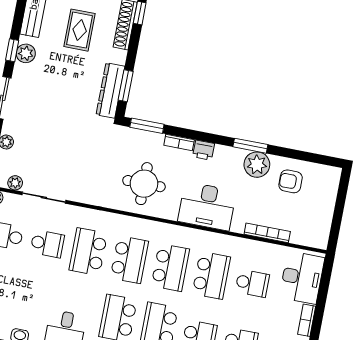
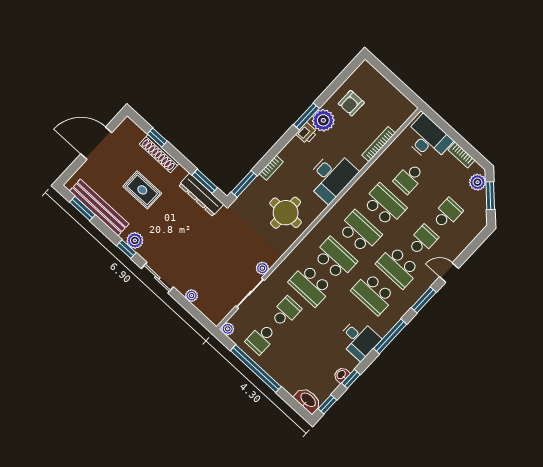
printer: (204, 150) -> (307, 133), moved
plant: (15, 183) -> (262, 268), moved
school desk: (252, 283) -> (409, 178), turned 180

